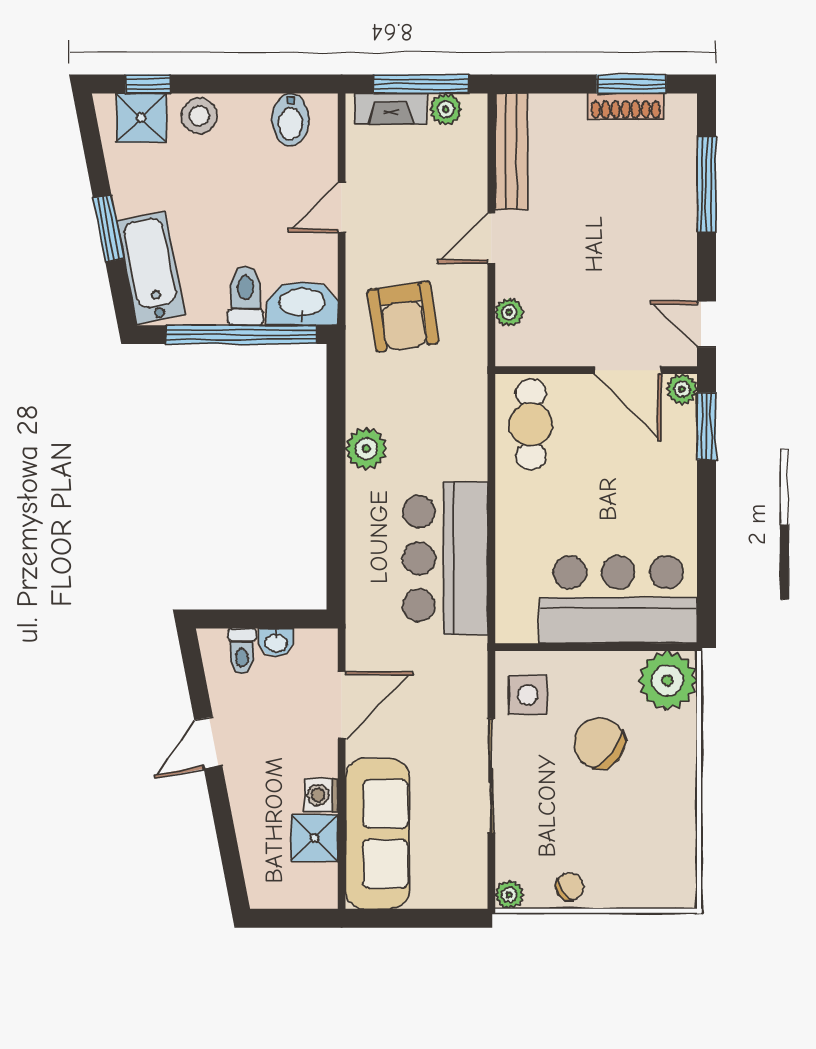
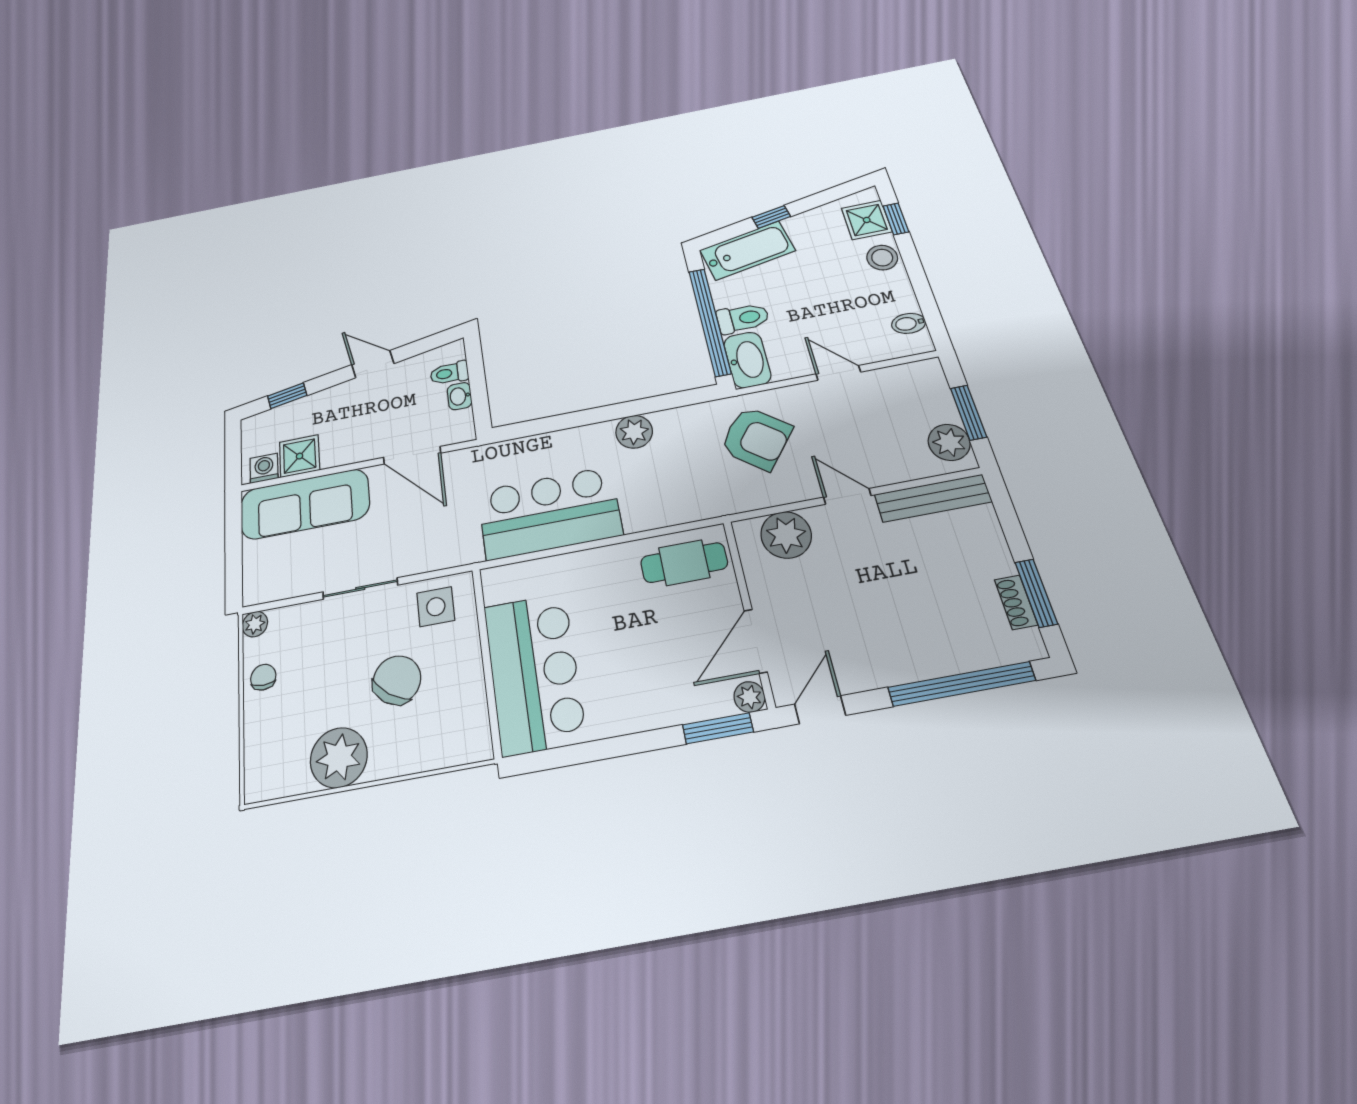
window: (421, 84) -> (968, 413), width x0.69
shoe rack: (626, 106) -> (1016, 602), width x0.70
fireplace: (391, 109) -> (938, 393), removed
plant: (446, 109) -> (949, 442), width x1.38, depth x1.38
bidet: (290, 120) -> (909, 323), width x0.72, depth x0.74
window: (706, 184) -> (961, 684), width x1.46
window: (108, 228) -> (771, 217), width x0.67
plant: (509, 312) -> (786, 535), width x1.88, depth x1.88
armchair: (403, 317) -> (756, 438), turned -134
plant: (667, 680) -> (339, 758), moved
sliding door: (491, 776) -> (360, 588), width x0.73
washing machine: (321, 795) -> (264, 468), moved
window: (229, 851) -> (287, 396), added
chair: (570, 887) -> (263, 677), turned -145

